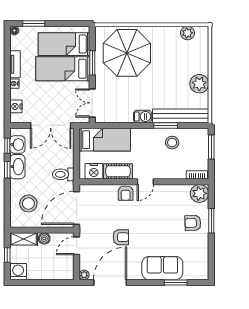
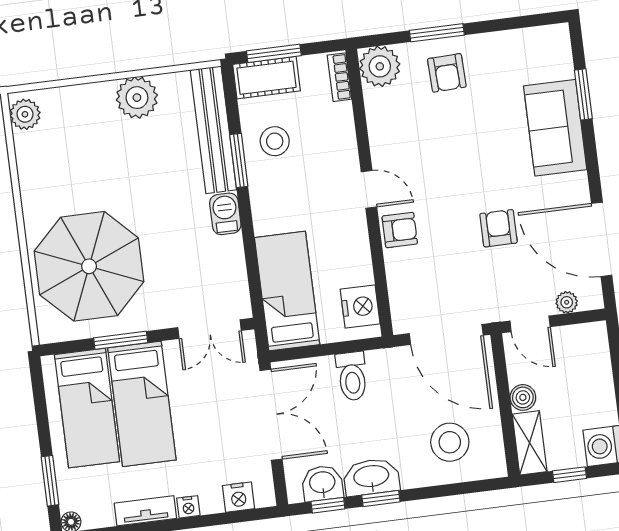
plant: (187, 33) -> (25, 114), moved
cot: (118, 171) -> (267, 78), moved, turned 90
toilet: (63, 174) -> (352, 376), moved
plant: (84, 275) -> (567, 302), moved

